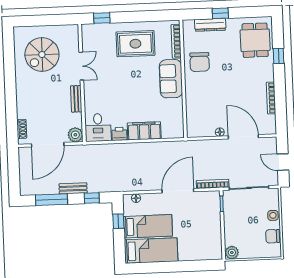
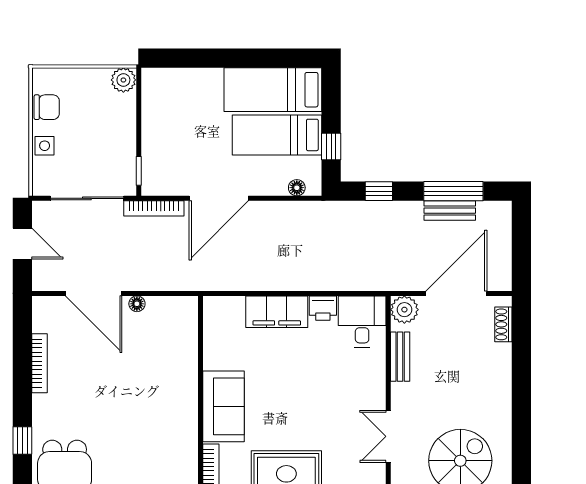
chair: (200, 62) -> (169, 435), removed
bench: (76, 99) -> (400, 357), moved
bench: (73, 188) -> (450, 211), moved

